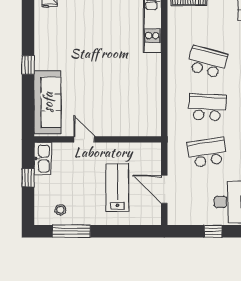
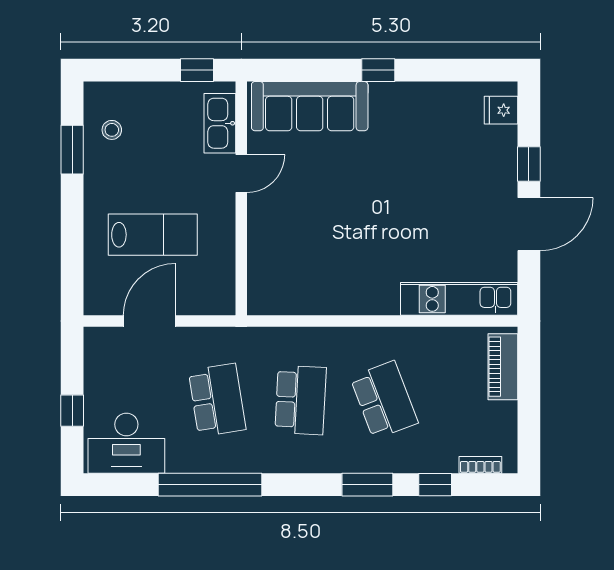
school desk: (207, 62) -> (384, 400), turned -36
kitchen sink: (43, 159) -> (220, 123), moved, turned 90
window: (28, 178) -> (197, 70), moved
window: (71, 231) -> (72, 150), width x0.69

